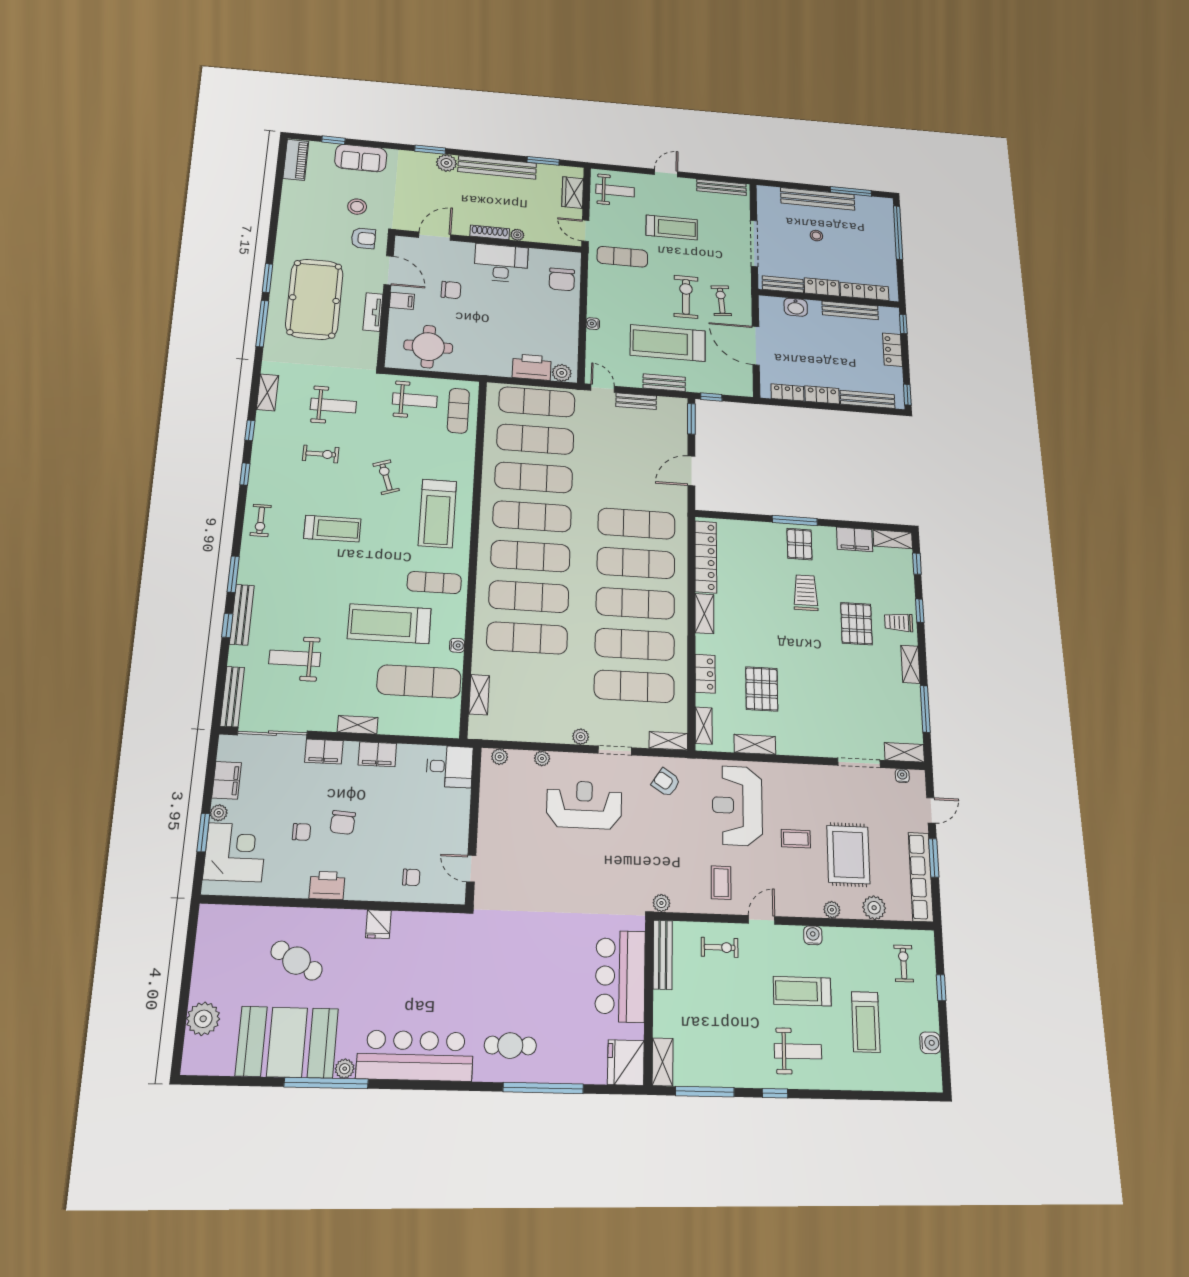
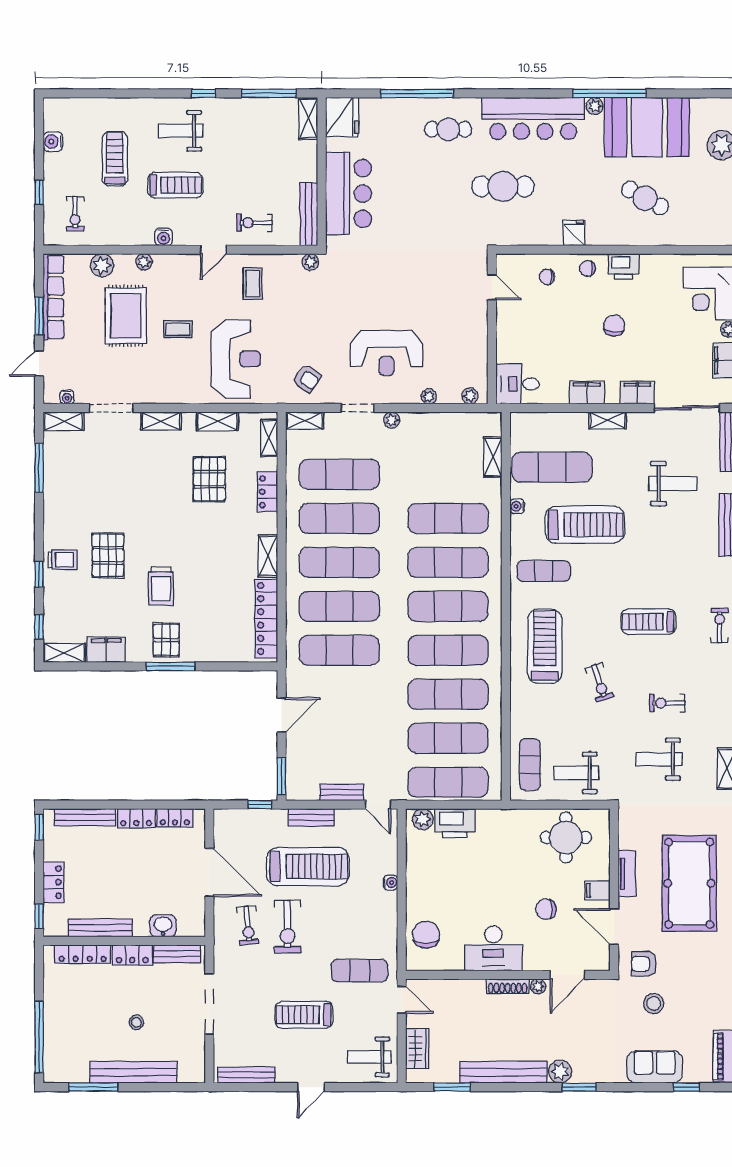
plant: (517, 235) -> (538, 986), moved
shelving: (910, 664) -> (161, 421), moved, turned 90
chair: (301, 832) -> (587, 268), moved
cafe table: (453, 979) -> (503, 186), added

